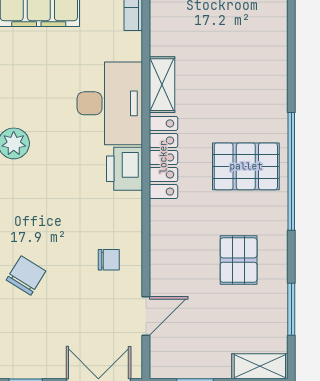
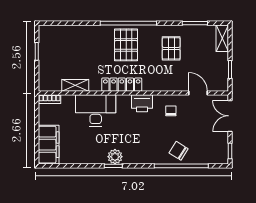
shelving: (162, 85) -> (75, 85), moved
printer: (125, 169) -> (142, 103), moved
pallet: (239, 260) -> (171, 48), turned 90

